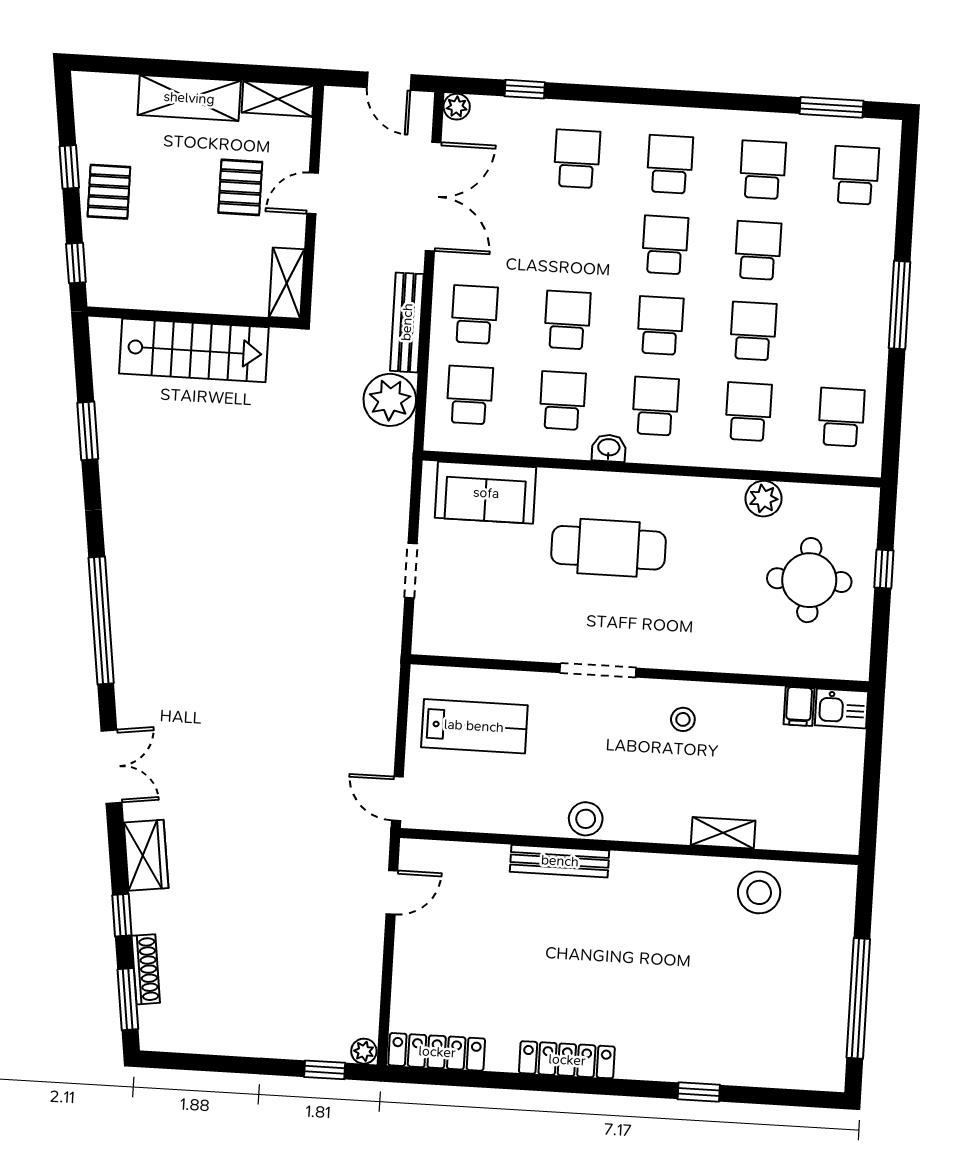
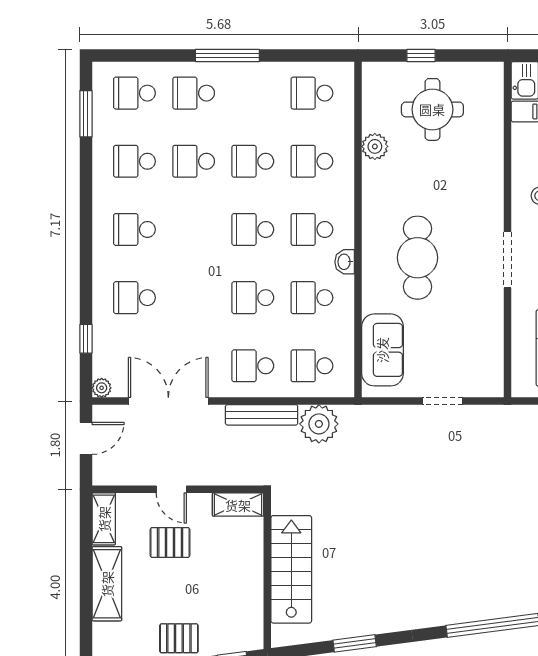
school desk: (665, 245) -> (194, 93), moved

